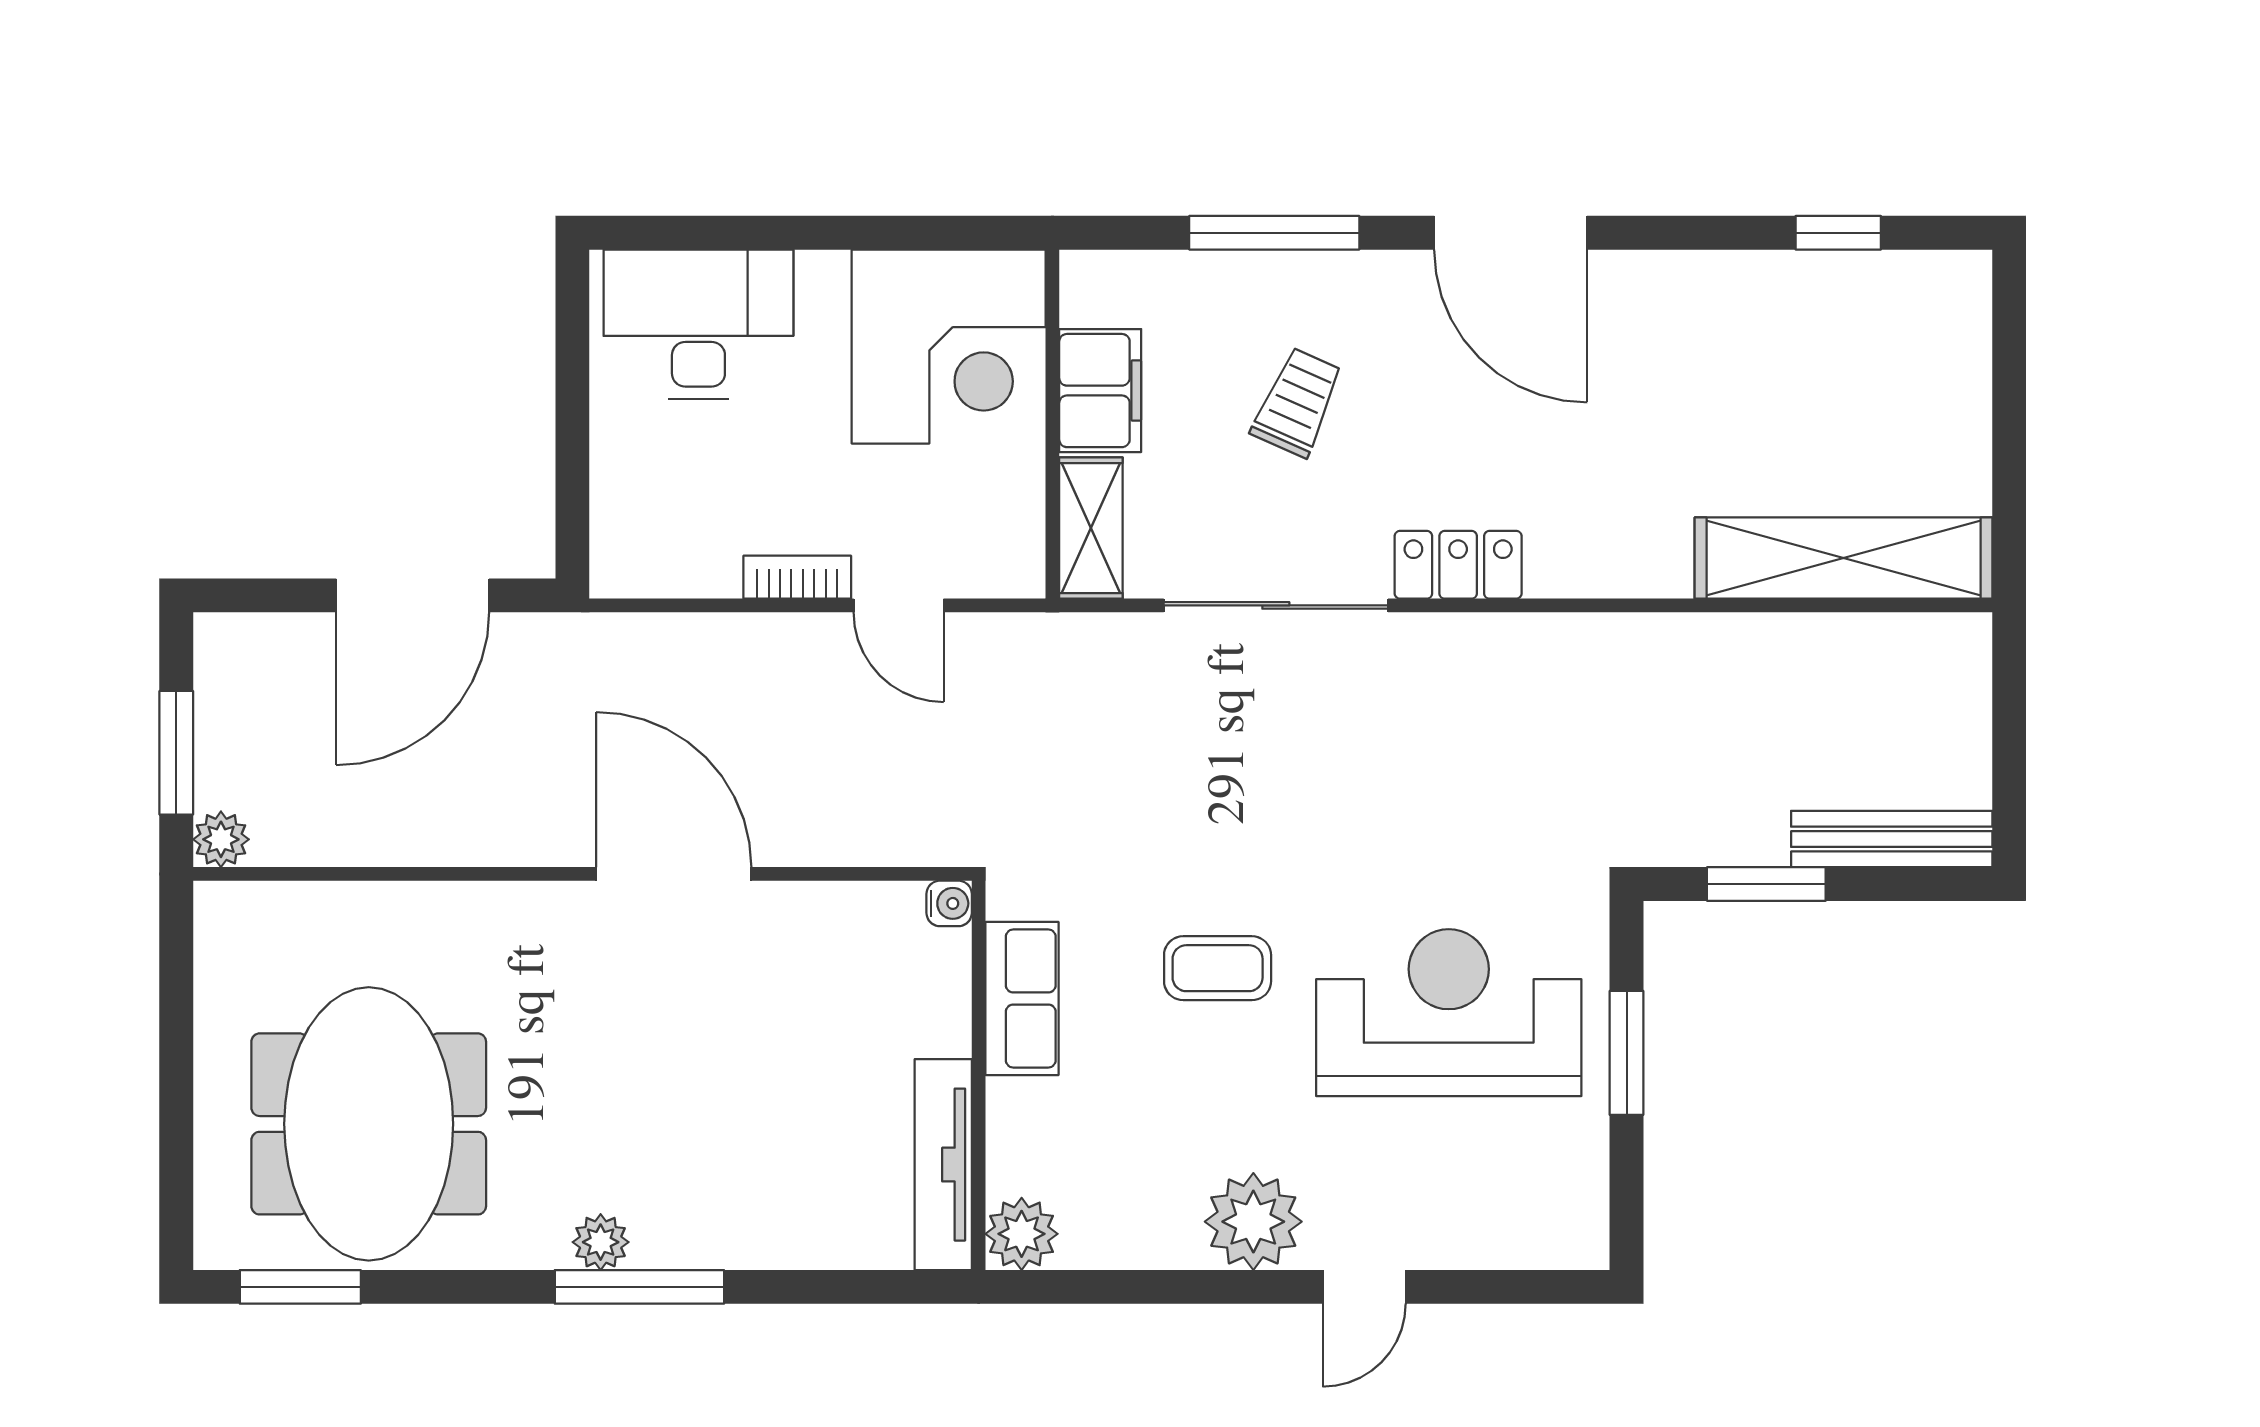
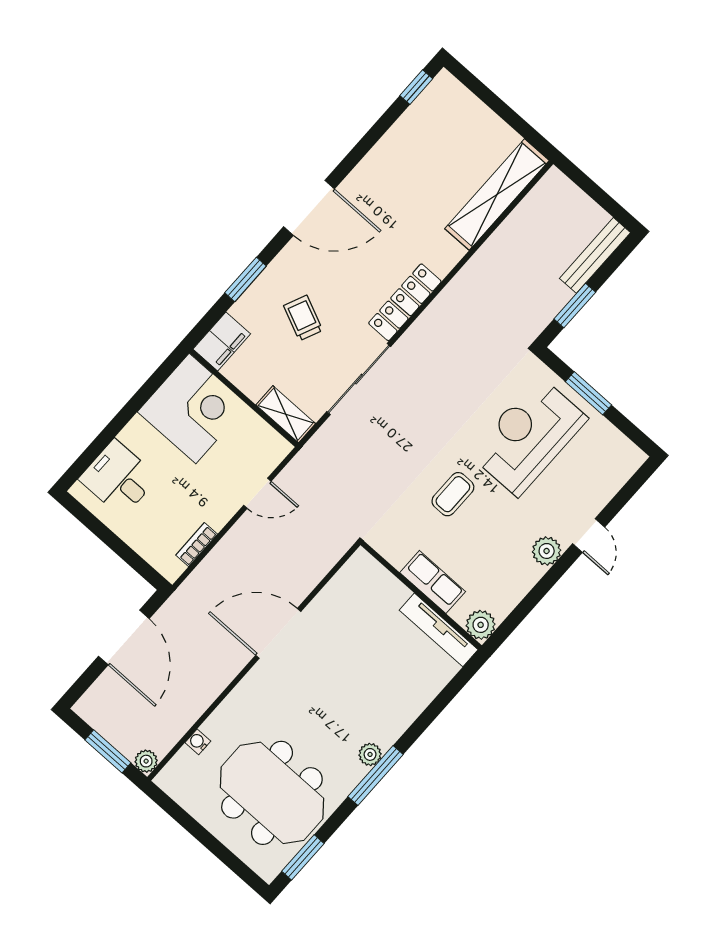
window: (1274, 233) -> (246, 279), width x0.69
window: (1838, 233) -> (416, 87), moved
desk: (698, 324) -> (118, 478), width x0.73
filing cabinet: (1100, 391) -> (222, 341), moved, turned 90
locker: (1458, 565) -> (405, 302), width x1.53
bookcase: (797, 577) -> (197, 545), moved
water cooler: (949, 903) -> (198, 742), moved, turned -90
row of seats: (1022, 999) -> (433, 582), moved
plant: (1253, 1222) -> (547, 551), width x0.73, depth x0.73
window: (639, 1287) -> (376, 776), moved

